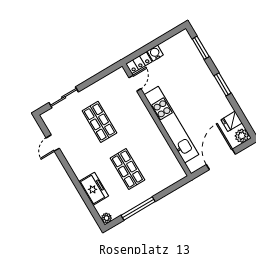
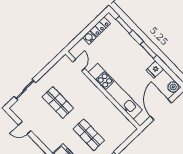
locker: (139, 63) -> (100, 27), moved
fridge: (232, 121) -> (155, 70), moved
door: (53, 143) -> (25, 128), hinge flipped

